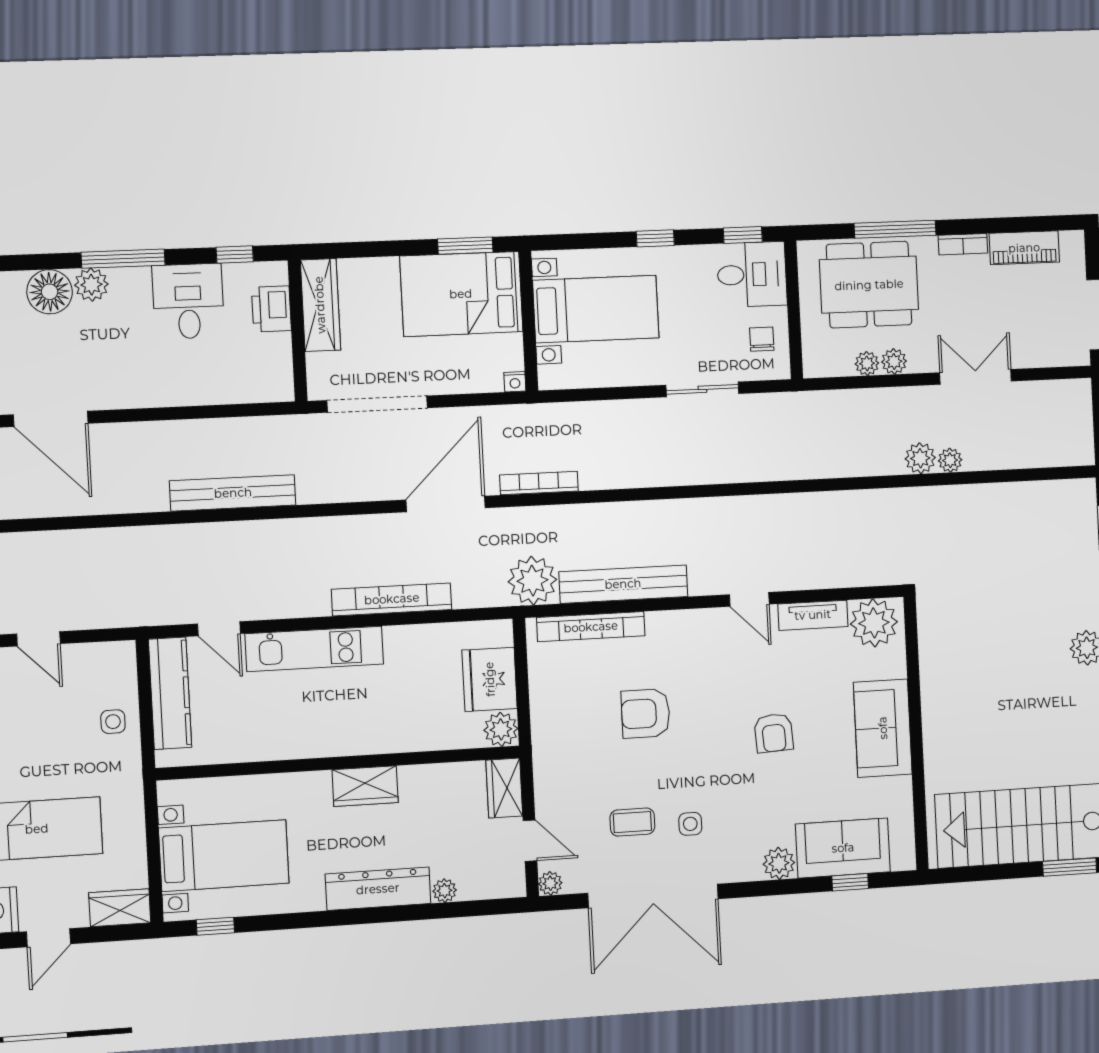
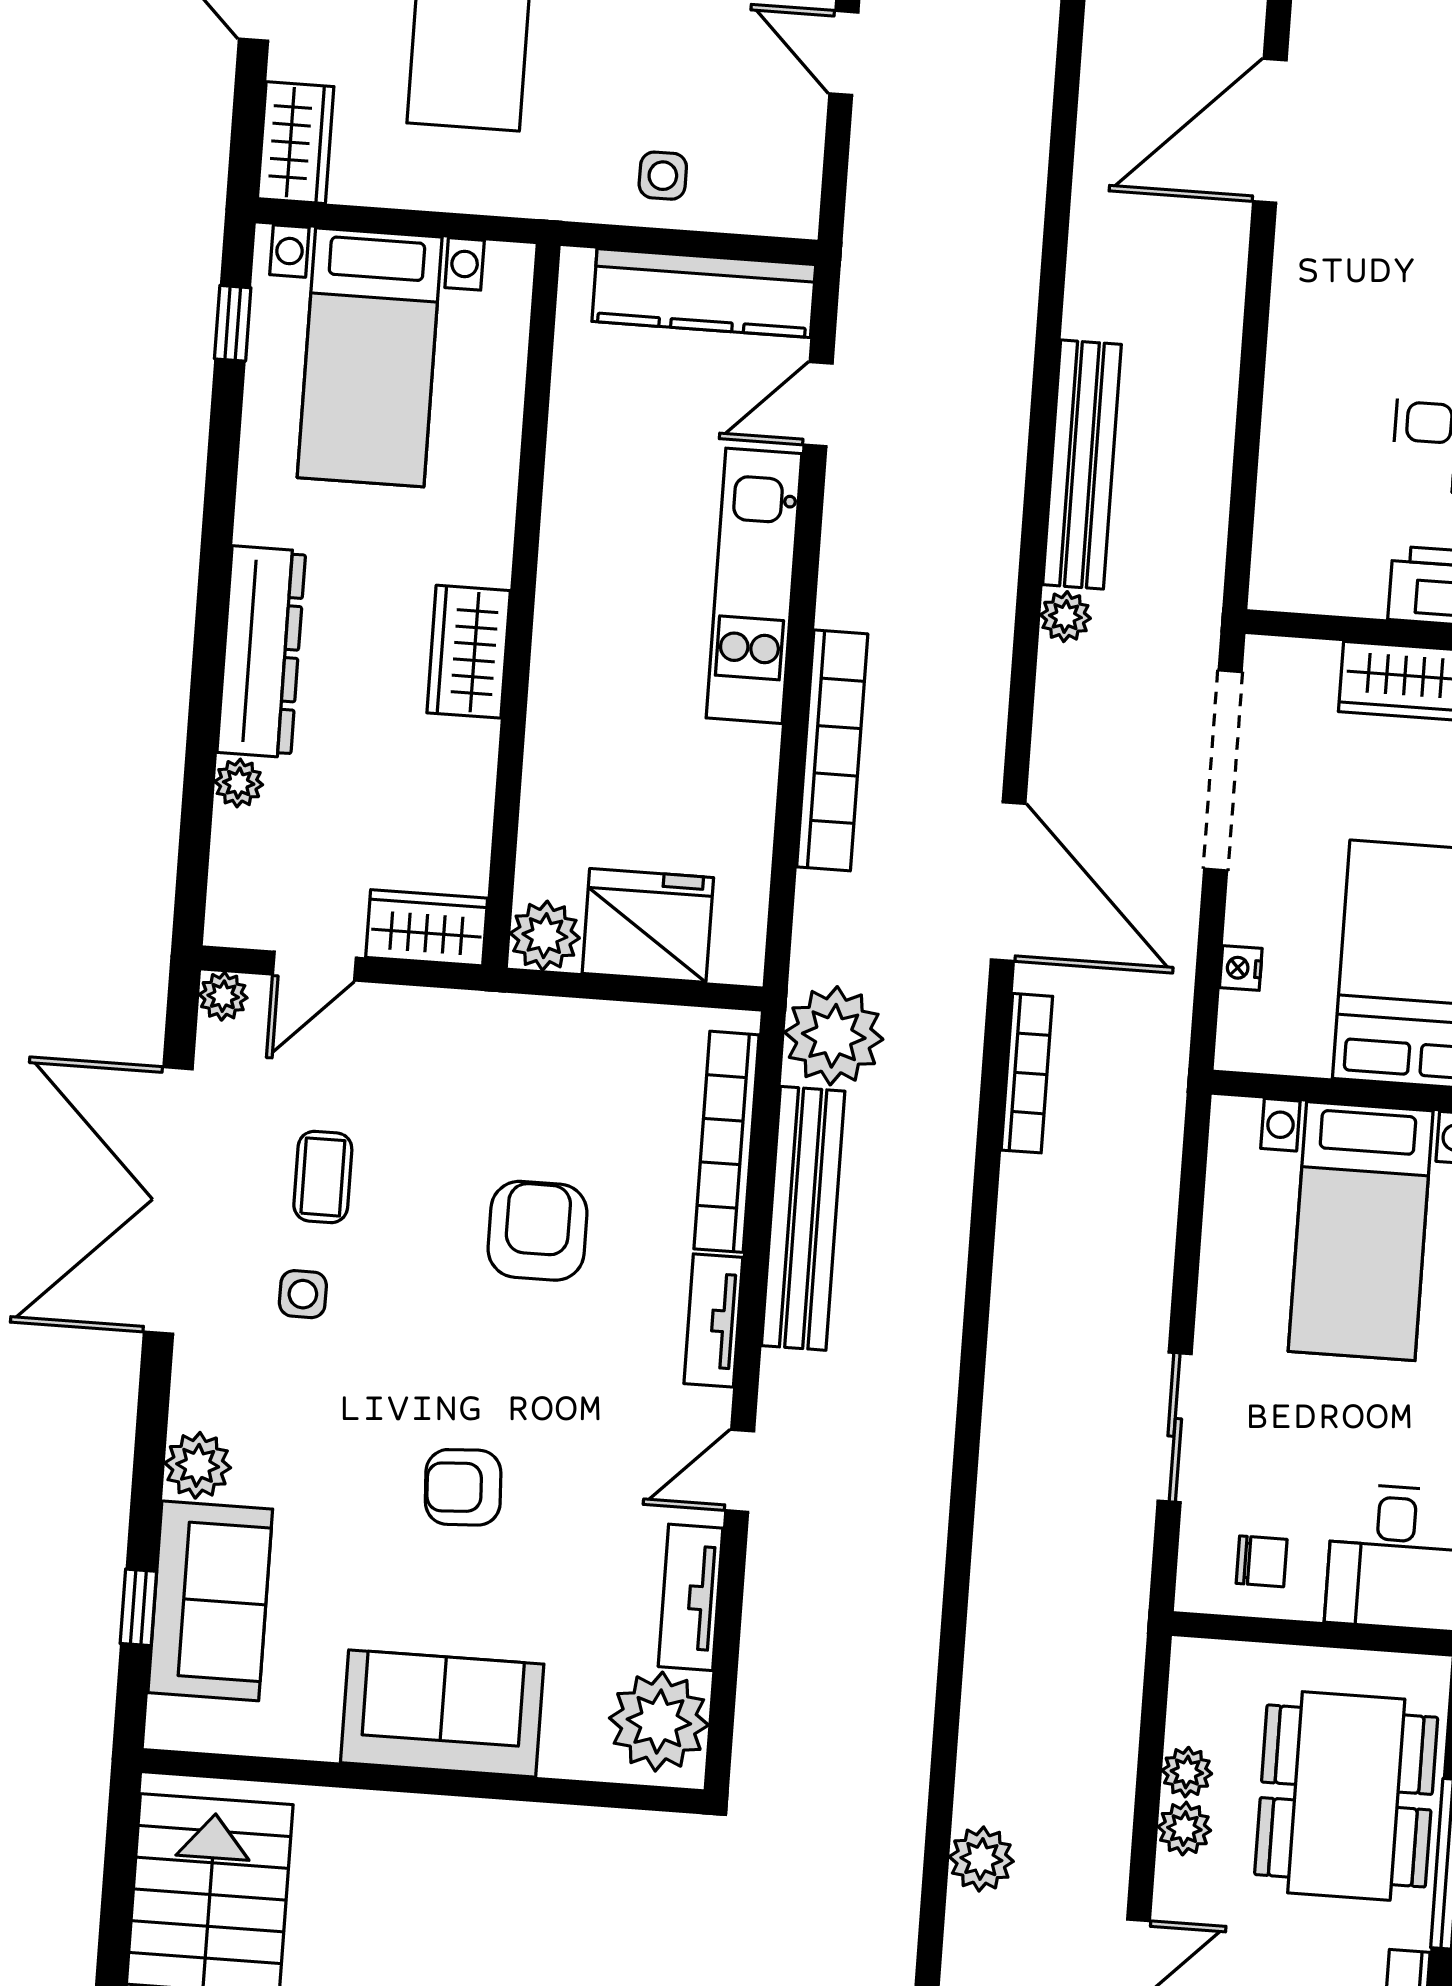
nightstand: (515, 382) -> (1241, 968), moved
plant: (950, 460) -> (1065, 617), moved
tv unit: (678, 622) -> (713, 1320), added
door: (38, 639) -> (844, 53), hinge flipped

